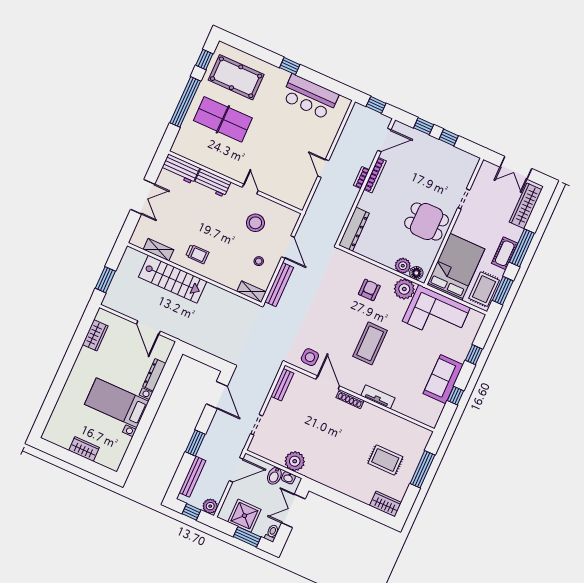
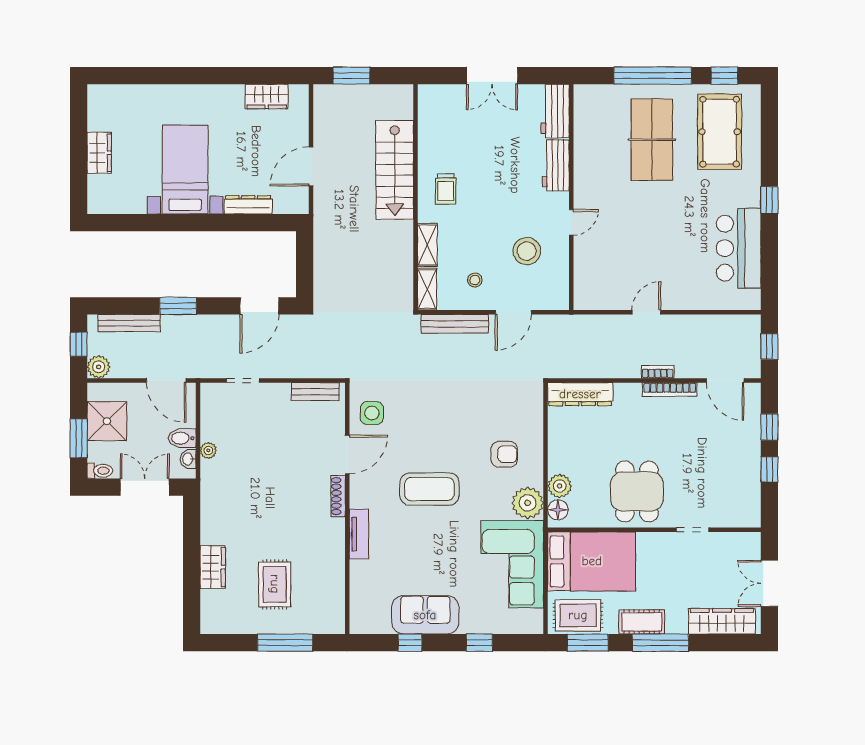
shelving: (158, 250) -> (427, 245), moved
plant: (295, 461) -> (208, 450), width x0.53, depth x0.53
wardrobe: (385, 504) -> (213, 567), moved

